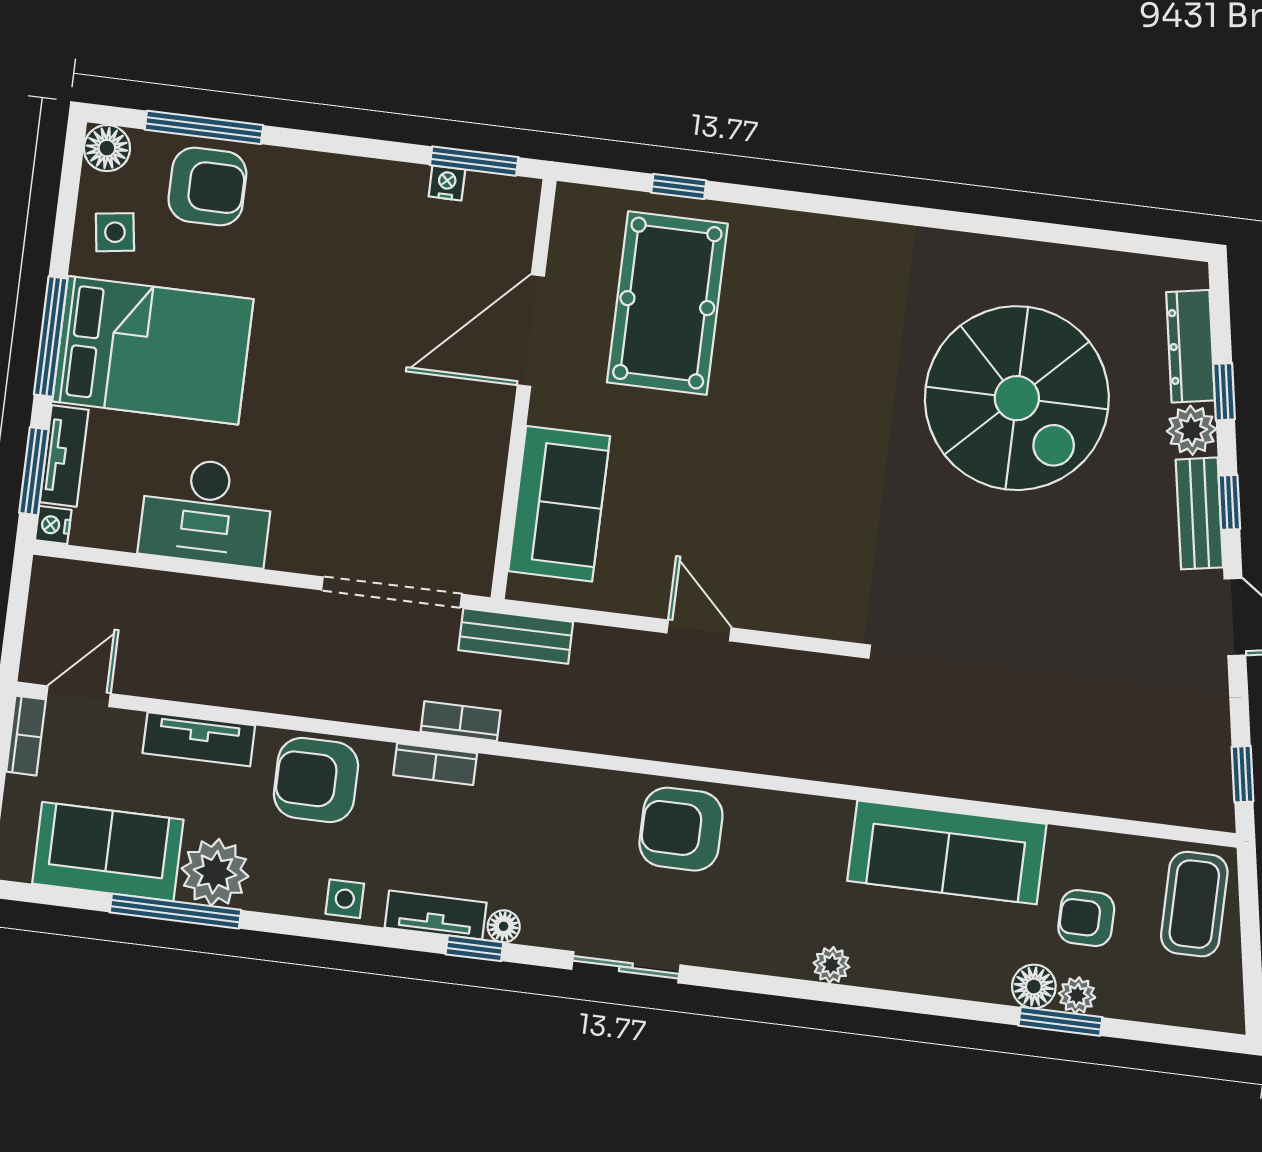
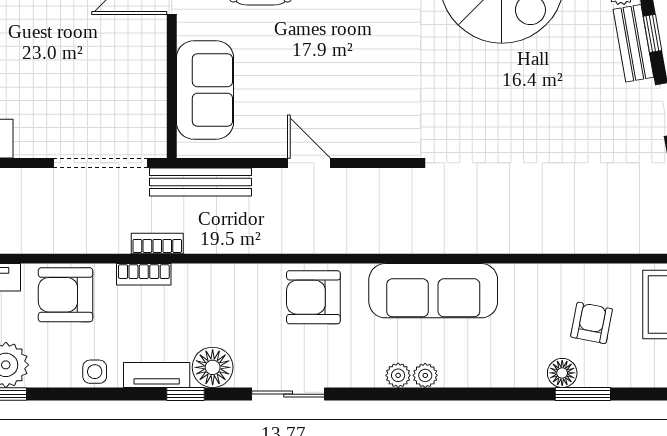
bench: (516, 636) -> (201, 182), width x1.36
sofa: (947, 852) -> (433, 291), moved
armchair: (1086, 918) -> (592, 323), turned 101
floor lamp: (504, 926) -> (213, 367), width x1.89, depth x1.89
plant: (1077, 995) -> (398, 375), moved

